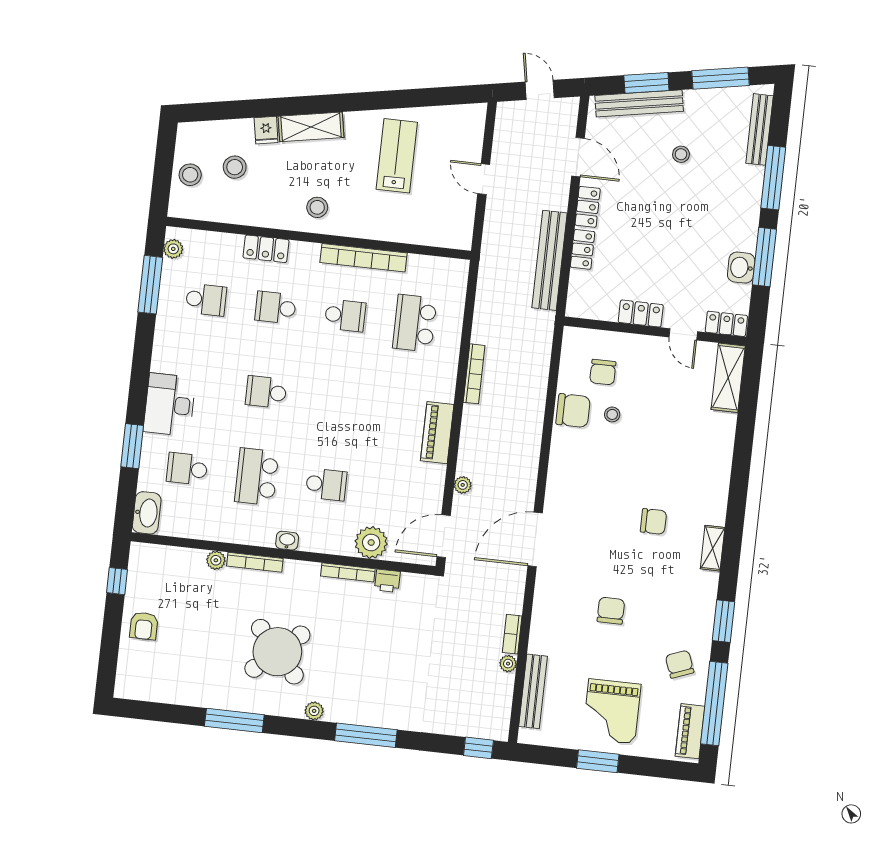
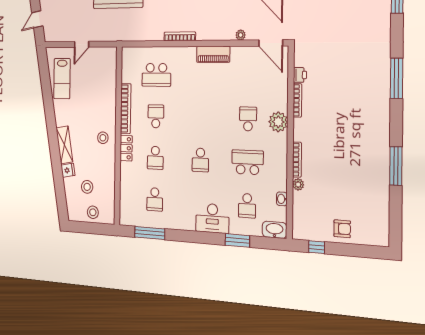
lab bench: (397, 156) -> (62, 79), moved, turned -90
plant: (173, 249) -> (130, 220), removed
locker: (266, 249) -> (126, 148), moved
school desk: (206, 300) -> (155, 199), turned 180
school desk: (257, 477) -> (248, 162), turned 180
washbasin: (287, 541) -> (282, 199), moved
plant: (371, 543) -> (278, 122), moved
round table: (277, 652) -> (350, 141), removed
plant: (314, 711) -> (384, 114), removed

